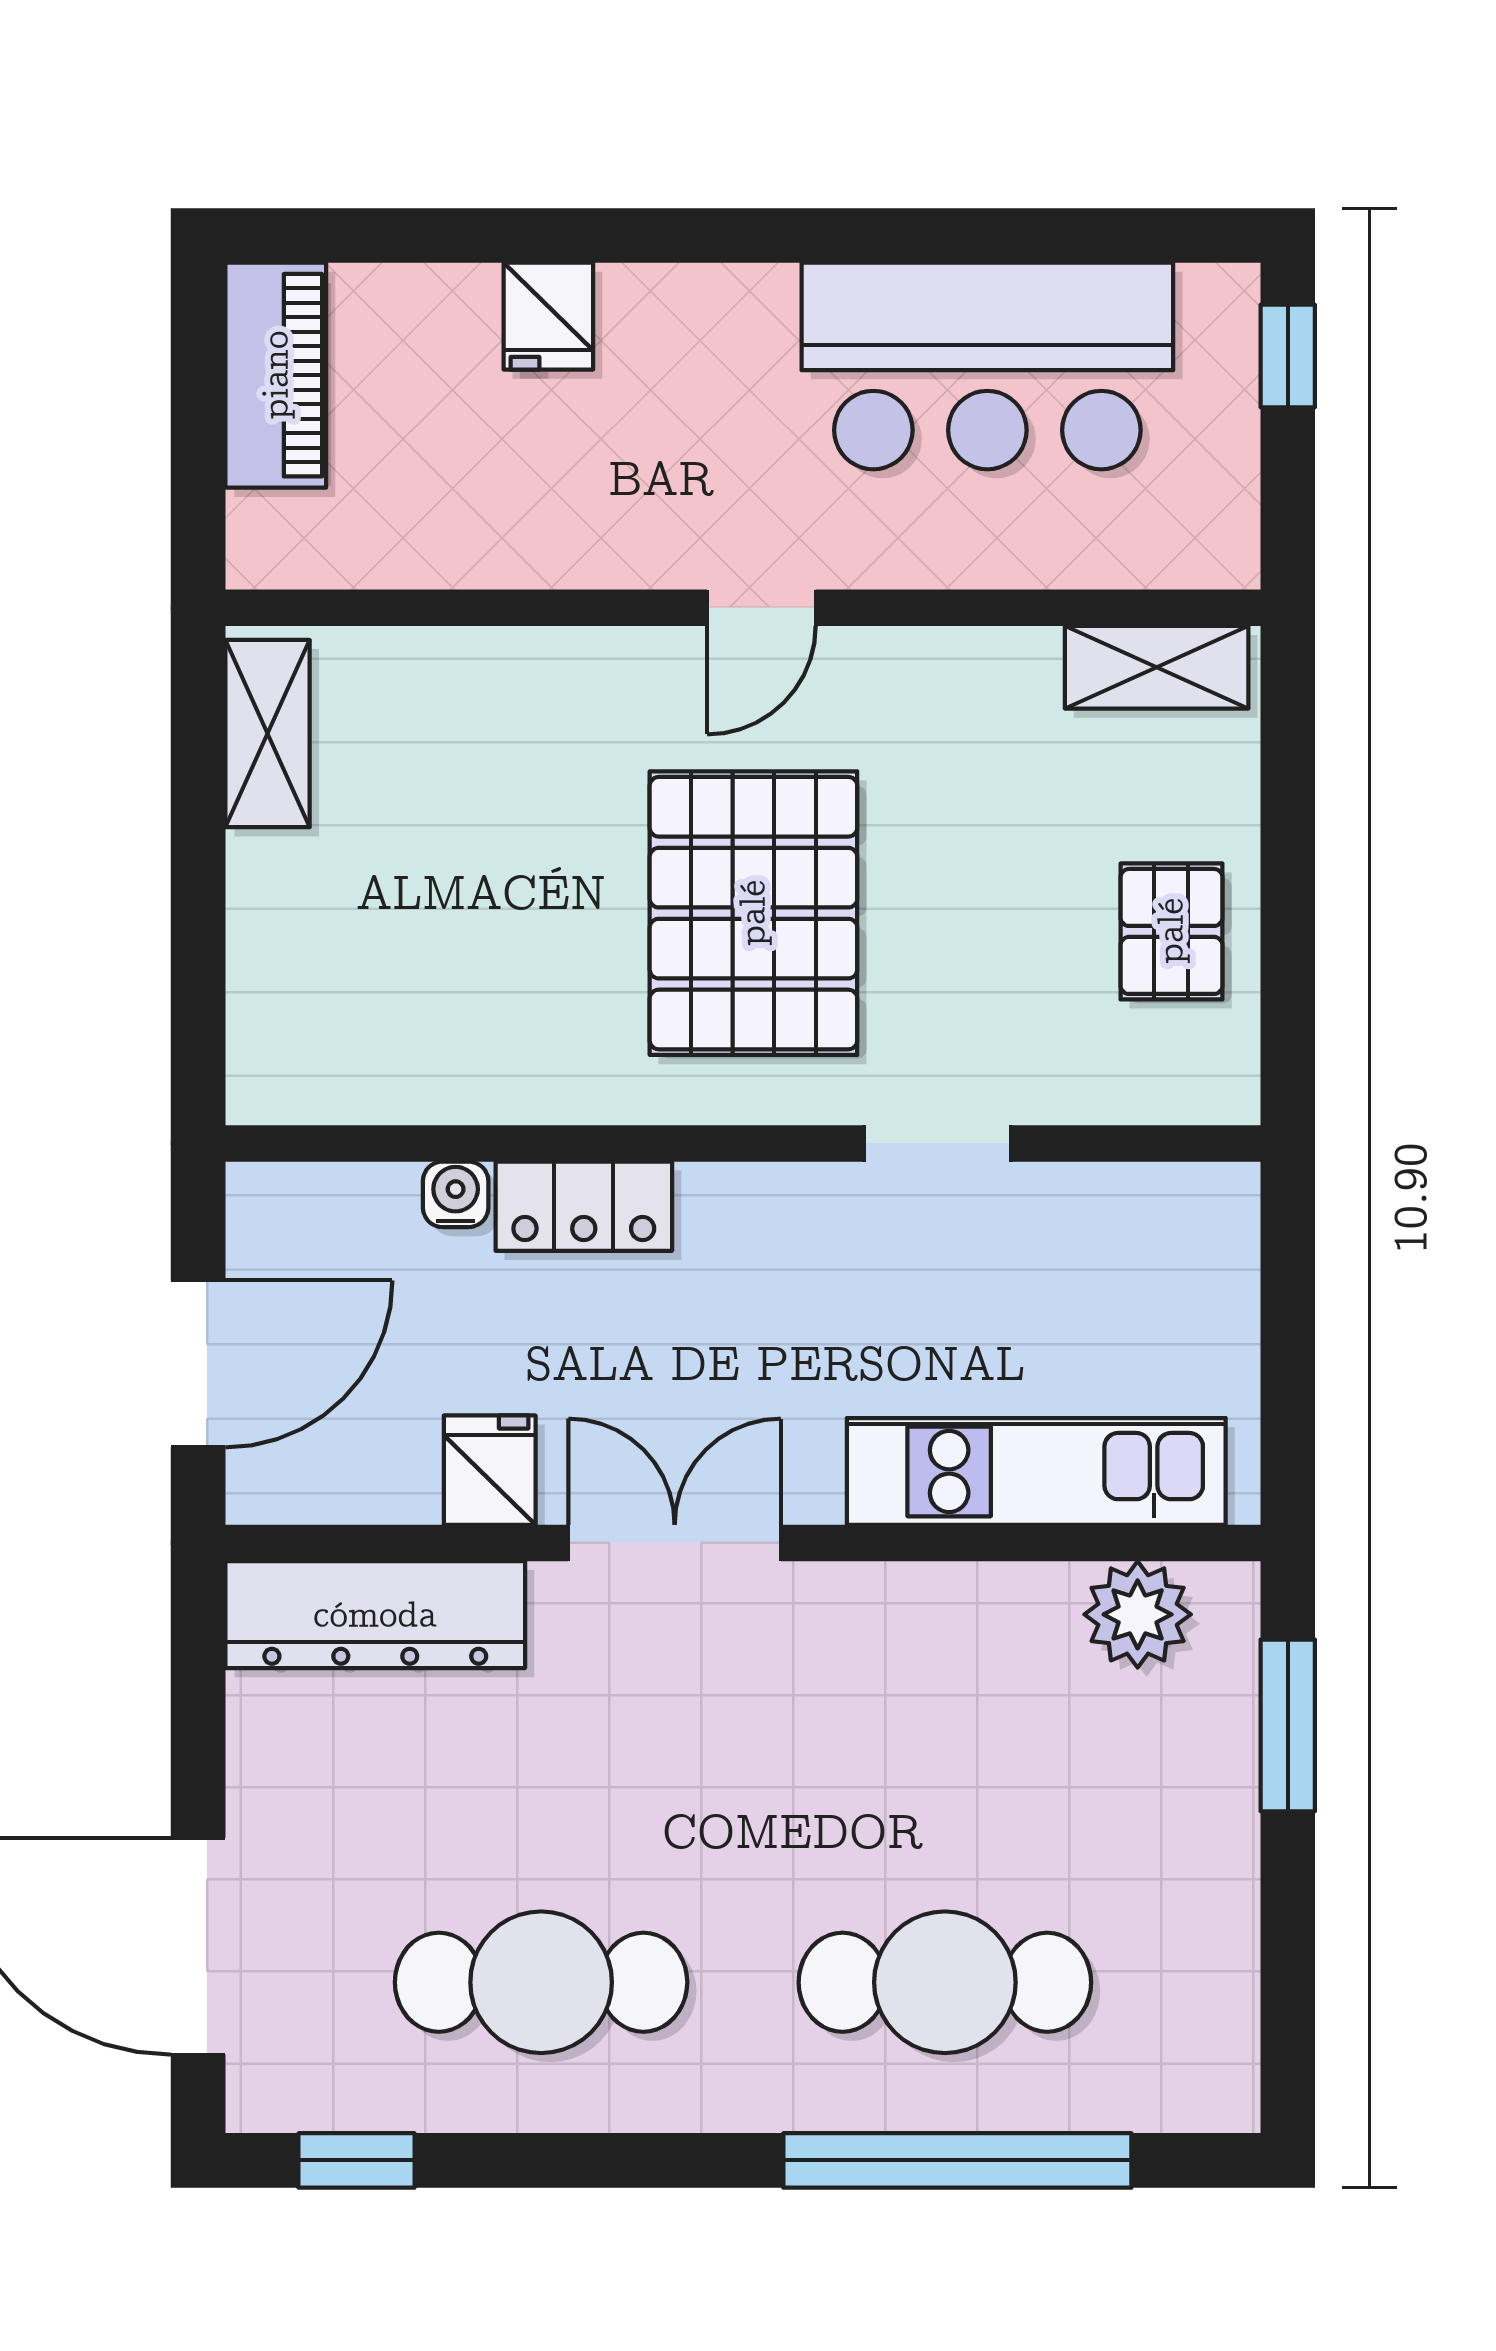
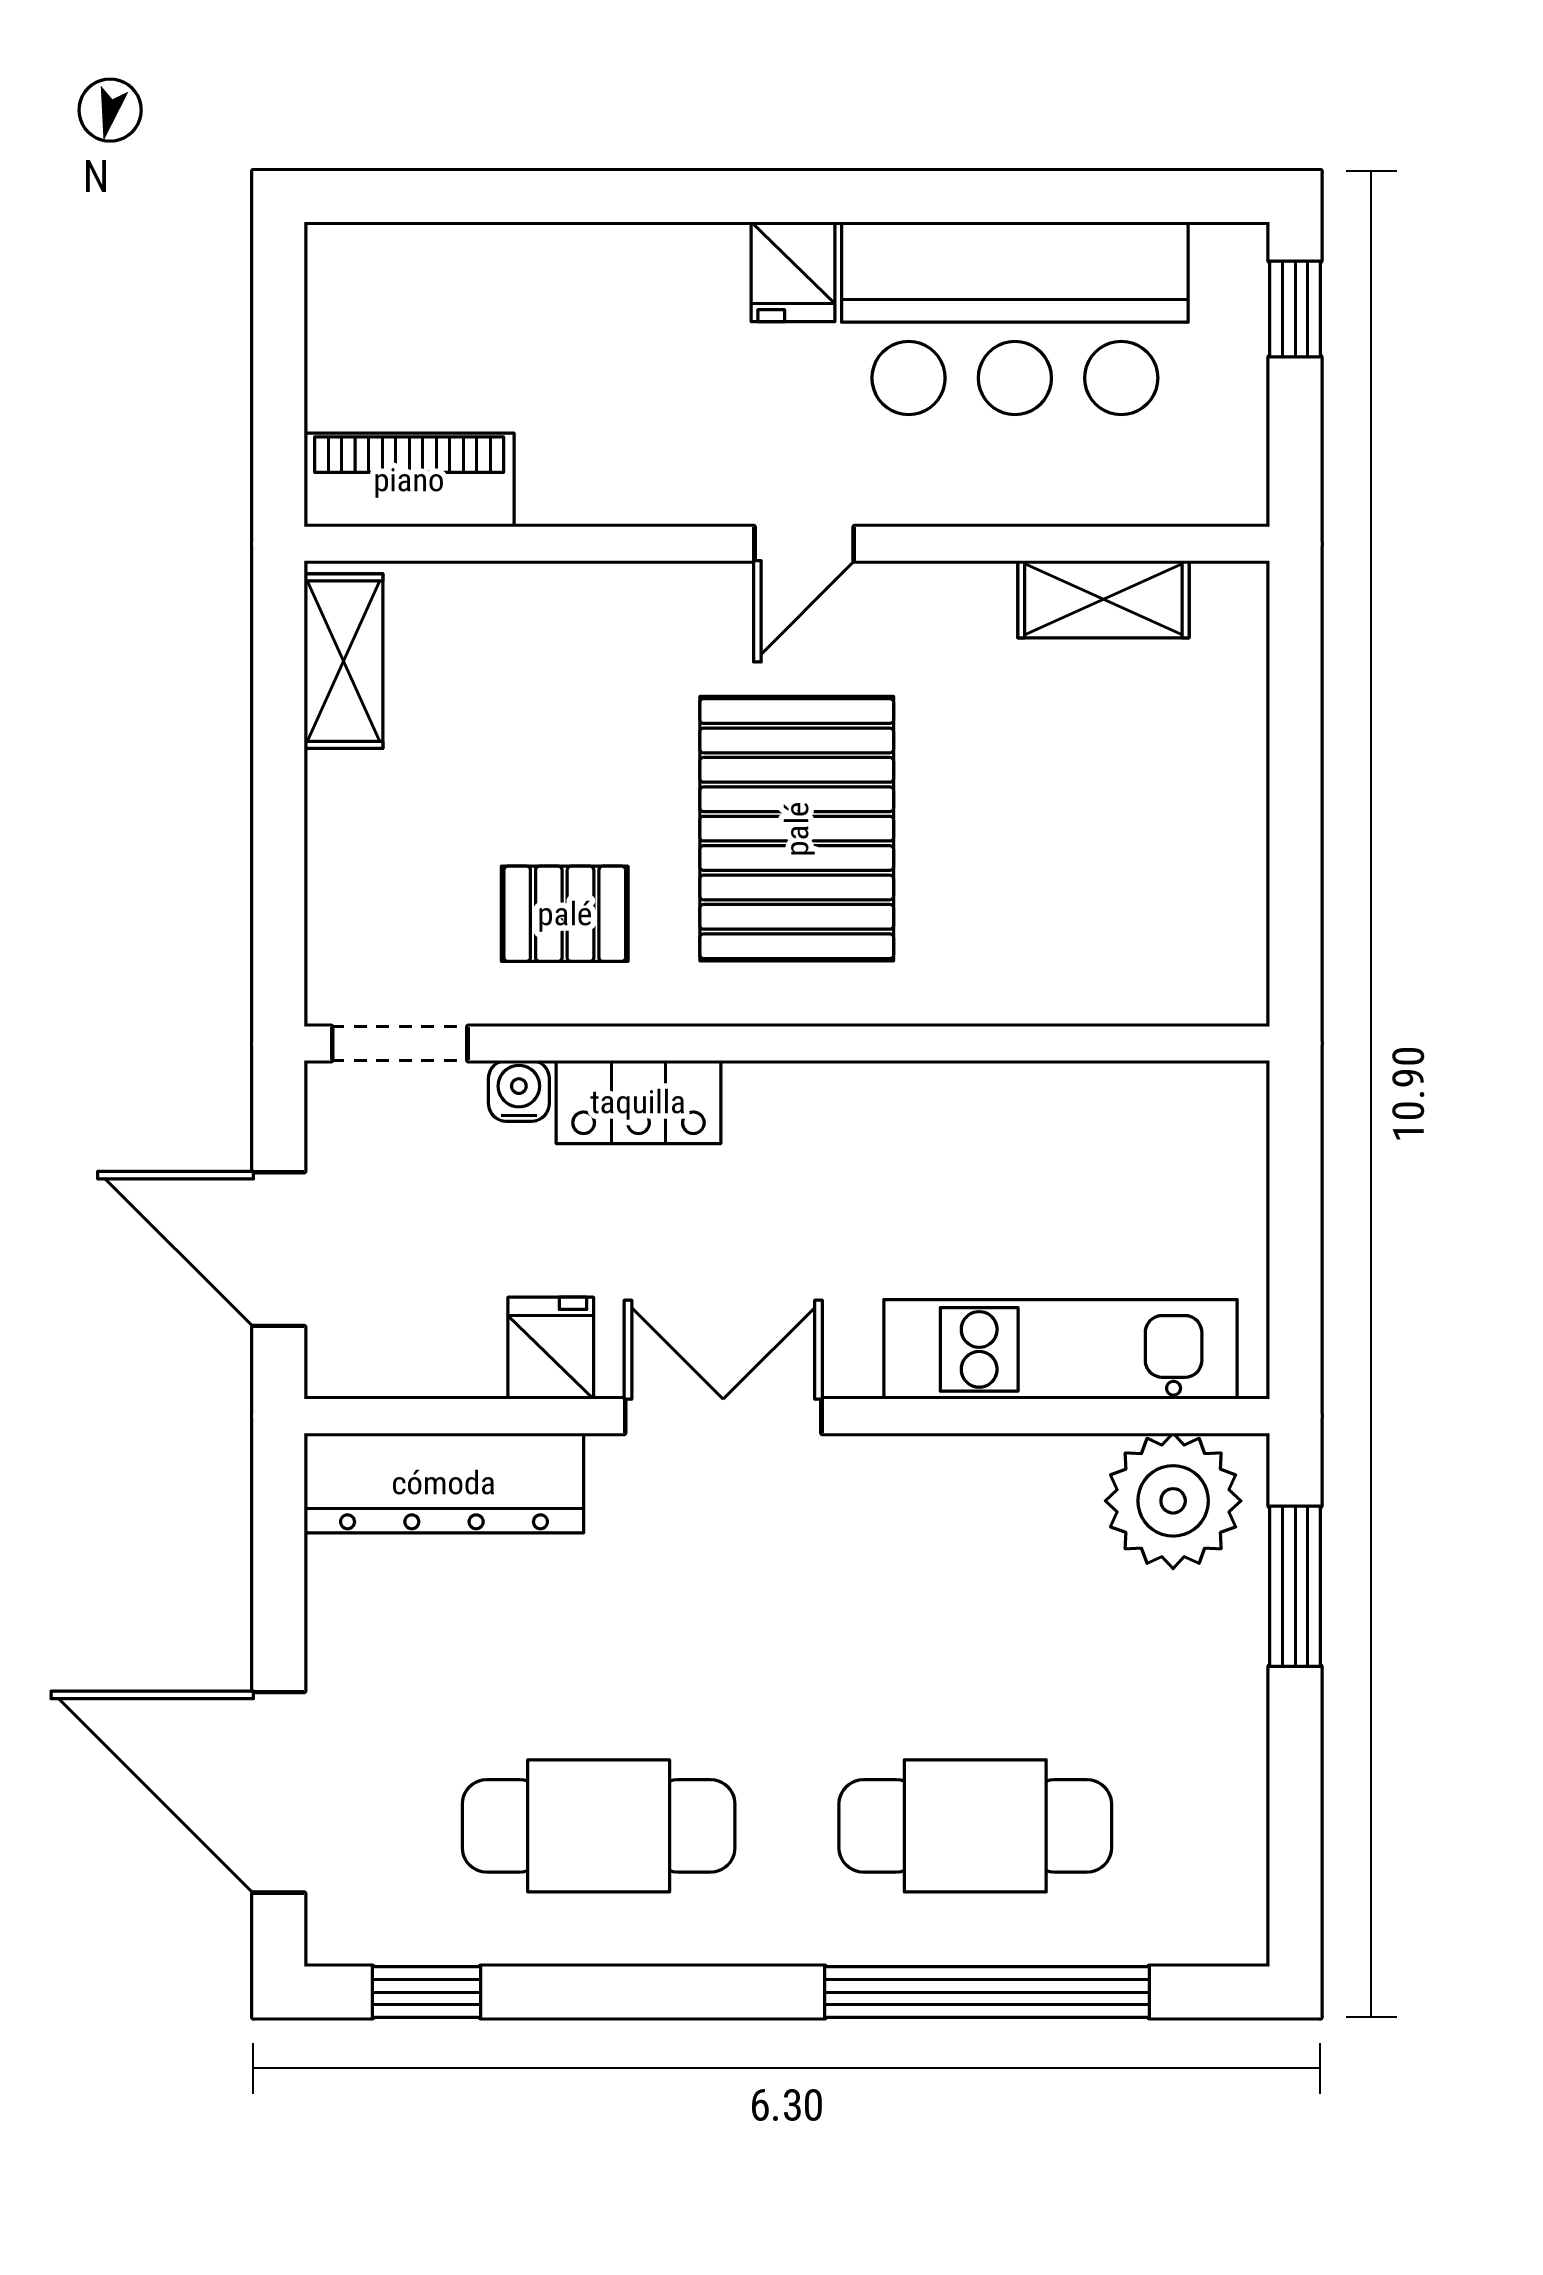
fridge: (548, 316) -> (793, 272), moved
piano: (276, 375) -> (409, 480), moved, turned -90
shelving: (1157, 667) -> (1103, 599), moved
pallet: (1171, 931) -> (565, 914), moved, turned 90
doorway: (937, 1143) -> (400, 1043), moved
door: (198, 1364) -> (279, 1249), swing flipped
plant: (1138, 1614) -> (1173, 1501), width x1.36, depth x1.36

